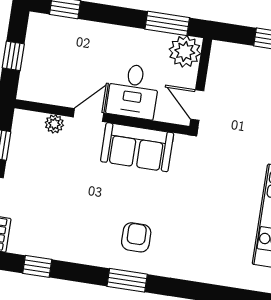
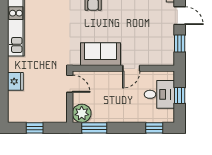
desk: (133, 91) -> (159, 94), moved, turned 90
plant: (54, 124) -> (150, 60), removed

